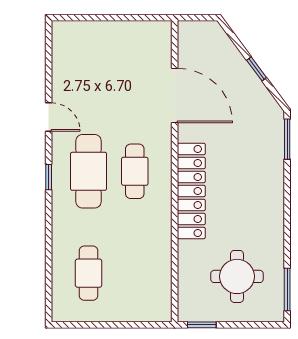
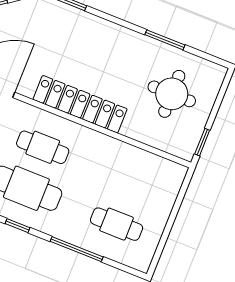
window: (49, 244) -> (77, 249), added
window: (287, 289) -> (165, 40), moved

